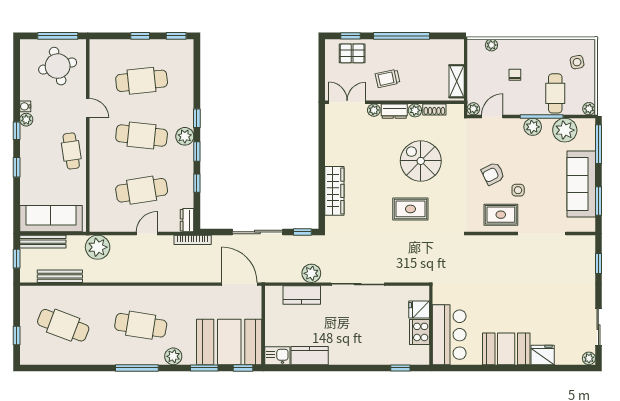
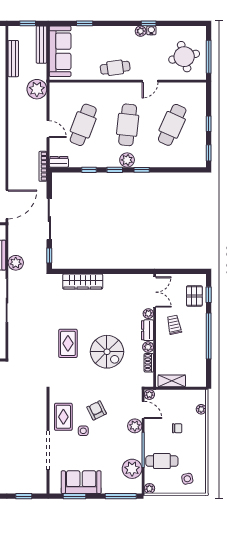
cafe table: (142, 81) -> (172, 125), turned 30
plant: (533, 127) -> (135, 426), moved
window: (17, 131) -> (149, 23), moved
spiral stairs: (421, 161) -> (107, 352), turned 90
window: (17, 167) -> (85, 23), moved
sofa: (581, 184) -> (81, 482), width x0.73
cafe table: (142, 190) -> (83, 125), turned 30

